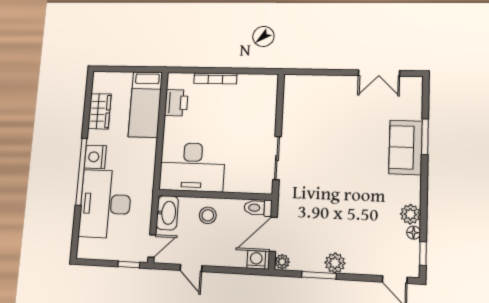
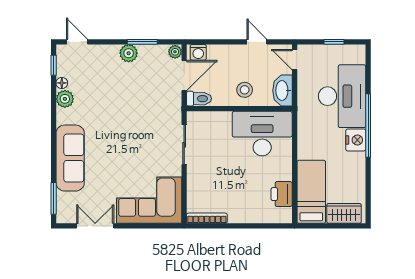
bookcase: (215, 78) -> (207, 218), moved
corner sofa: (318, 99) -> (149, 200), added
wardrobe: (100, 111) -> (344, 213), moved, turned 90
window: (425, 137) -> (54, 198), moved
sofa: (406, 147) -> (70, 158), width x1.36
door: (152, 246) -> (295, 60), hinge flipped
window: (129, 265) -> (334, 42), moved

